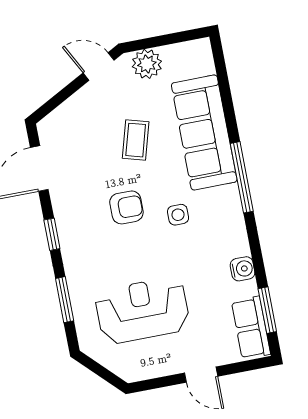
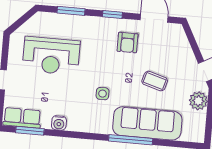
window: (242, 177) -> (131, 140), moved
armchair: (126, 207) -> (127, 43), moved
reception desk: (142, 310) -> (51, 56), turned 90

